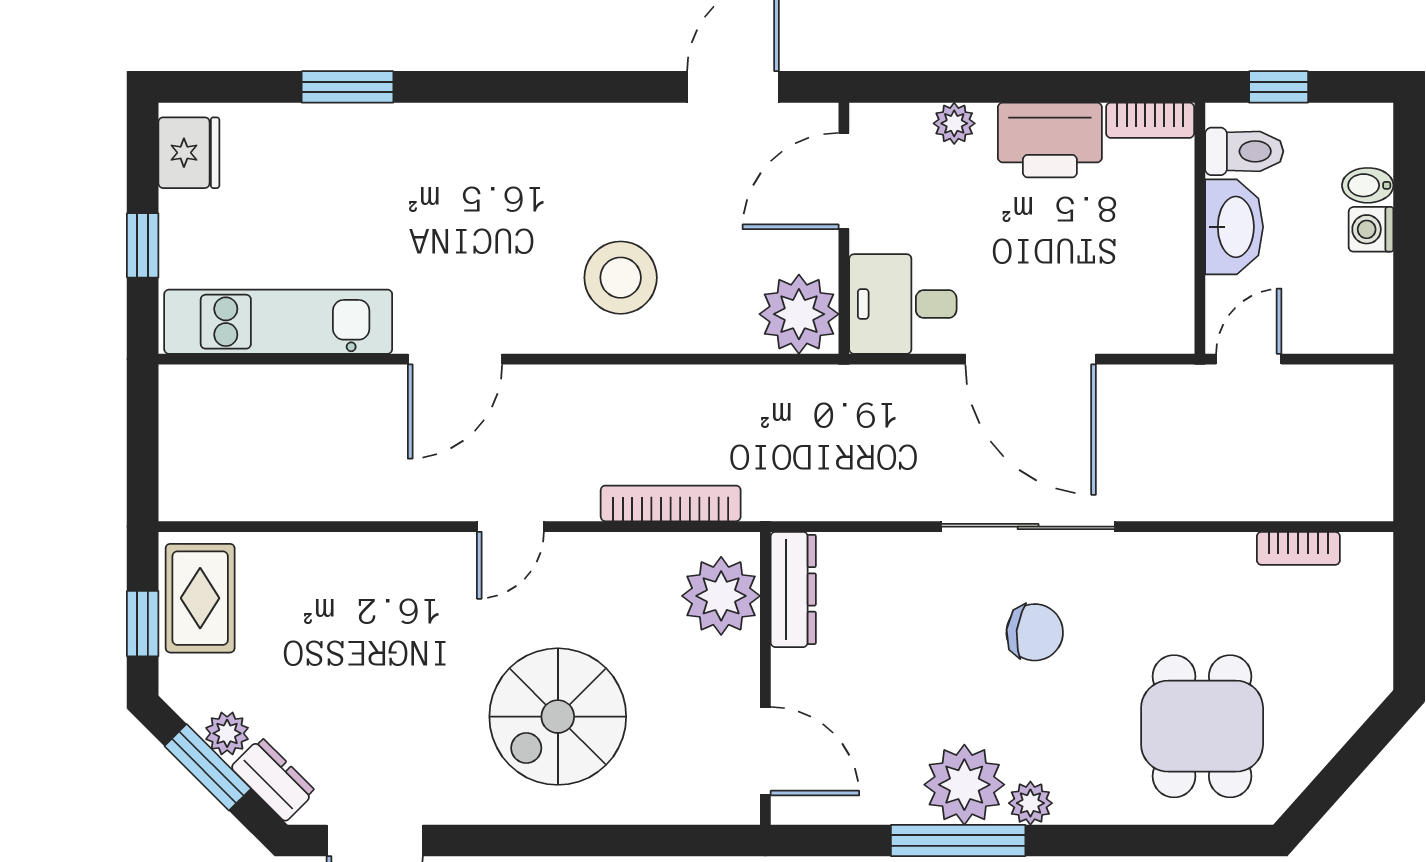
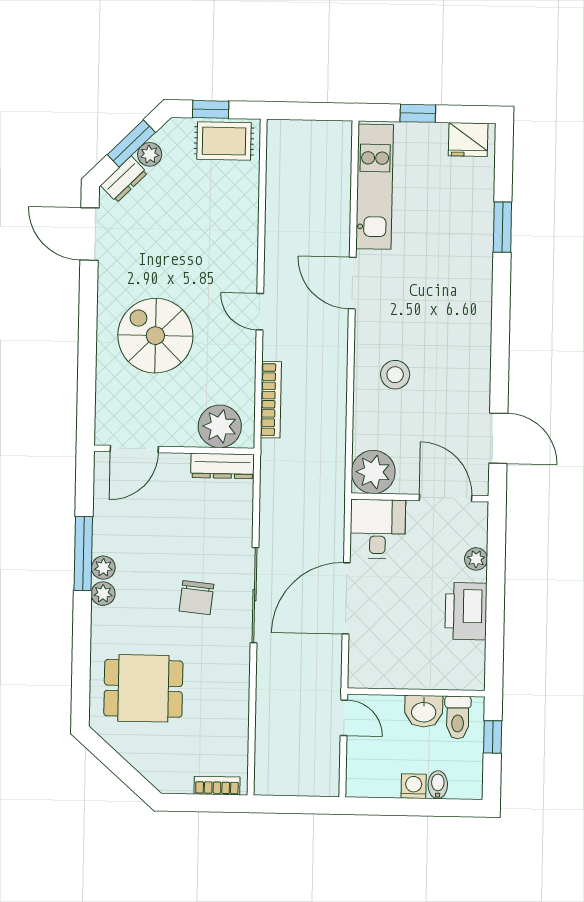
bookcase: (1150, 120) -> (476, 666), removed
washbasin: (1234, 227) -> (424, 711), width x0.72
stool: (621, 278) -> (395, 375), width x0.73, depth x0.73
bookcase: (1298, 548) -> (217, 786), moved, turned 90
plant: (964, 785) -> (103, 568), width x0.53, depth x0.53

